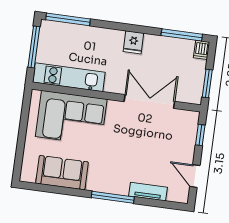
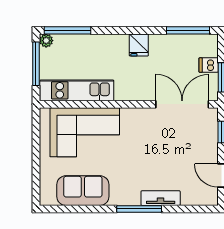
plant: (47, 26) -> (46, 41), added
dishwasher: (201, 50) -> (209, 65), moved, turned 90
double door: (149, 101) -> (182, 104), moved
tv unit: (148, 192) -> (161, 198), moved

